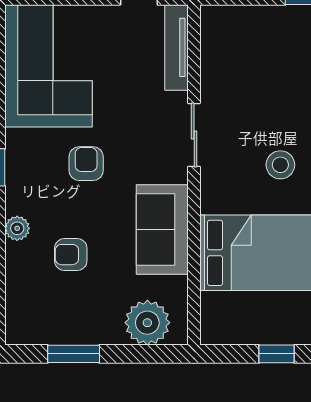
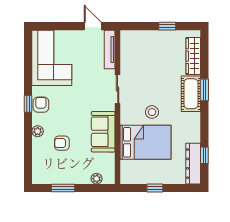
armchair: (86, 164) -> (41, 105), moved
stool: (280, 165) -> (152, 112), moved
plant: (147, 323) -> (96, 179), width x0.53, depth x0.53

